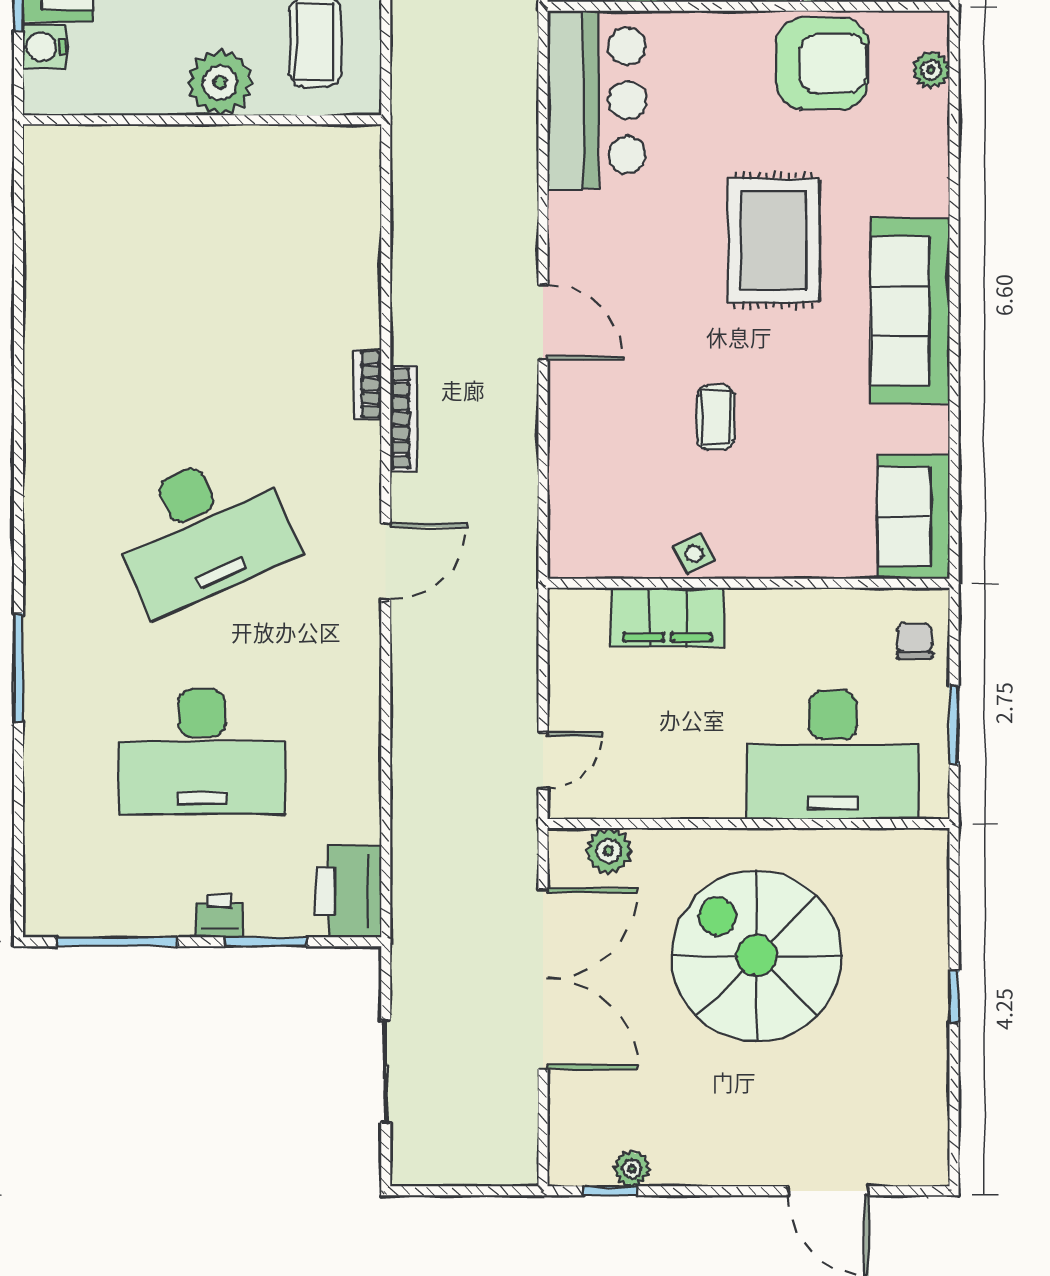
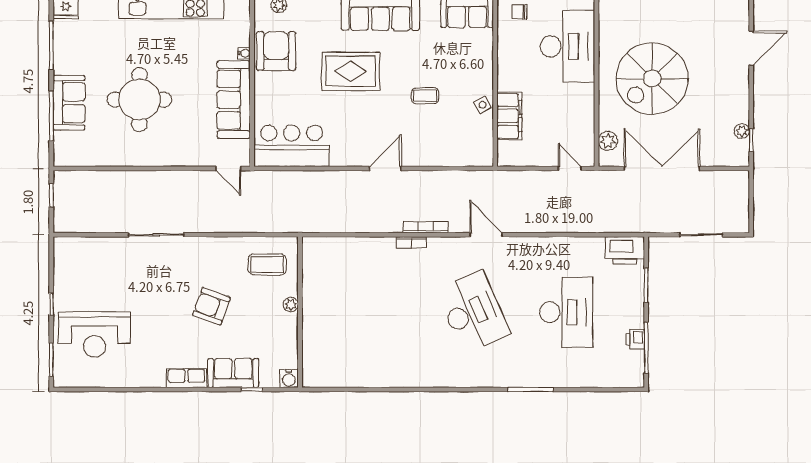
water cooler: (45, 47) -> (289, 378), moved
plant: (220, 83) -> (291, 305), width x0.53, depth x0.53
printer: (219, 916) -> (635, 339), moved

